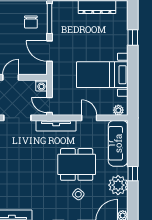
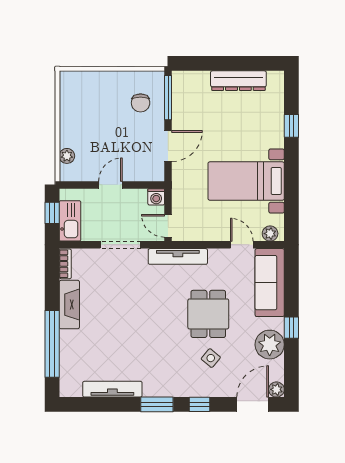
door: (49, 51) -> (168, 146), swing flipped
door: (89, 118) -> (242, 245), moved
dining table: (77, 164) -> (208, 314), width x0.73

